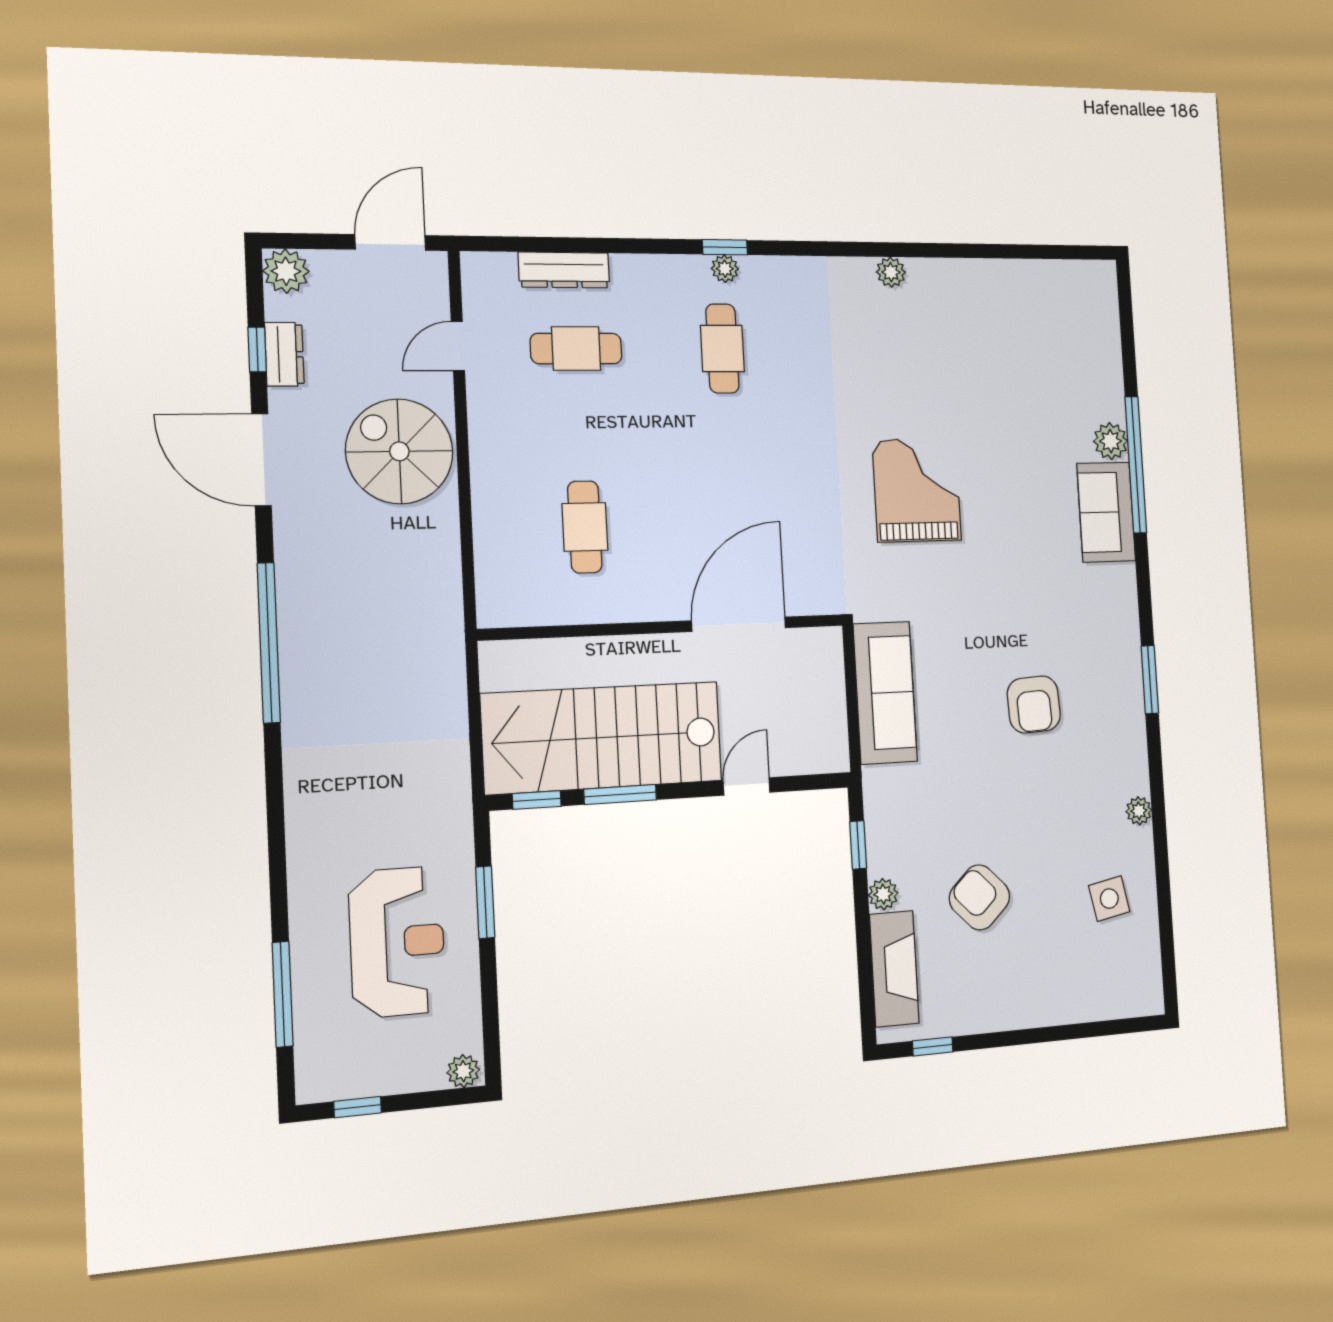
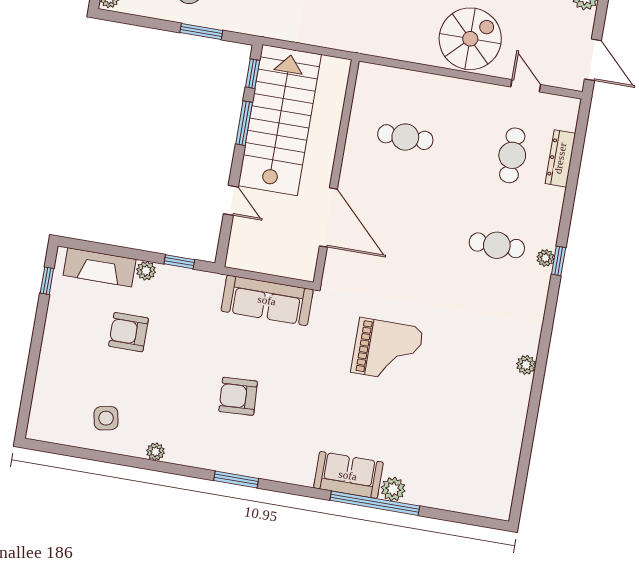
armchair: (980, 897) -> (128, 332), turned -136

